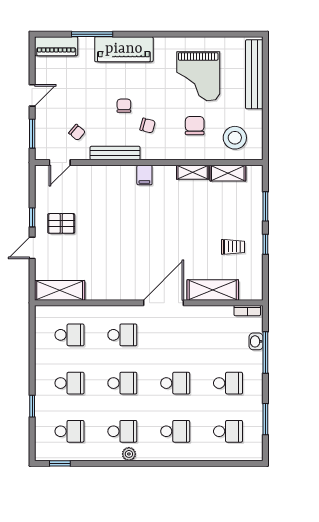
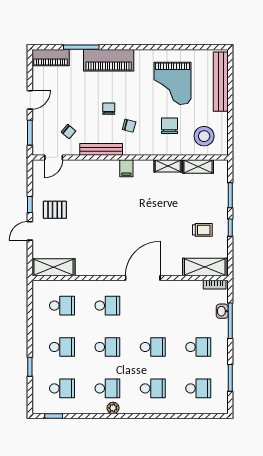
shelving: (213, 290) -> (205, 267), moved

